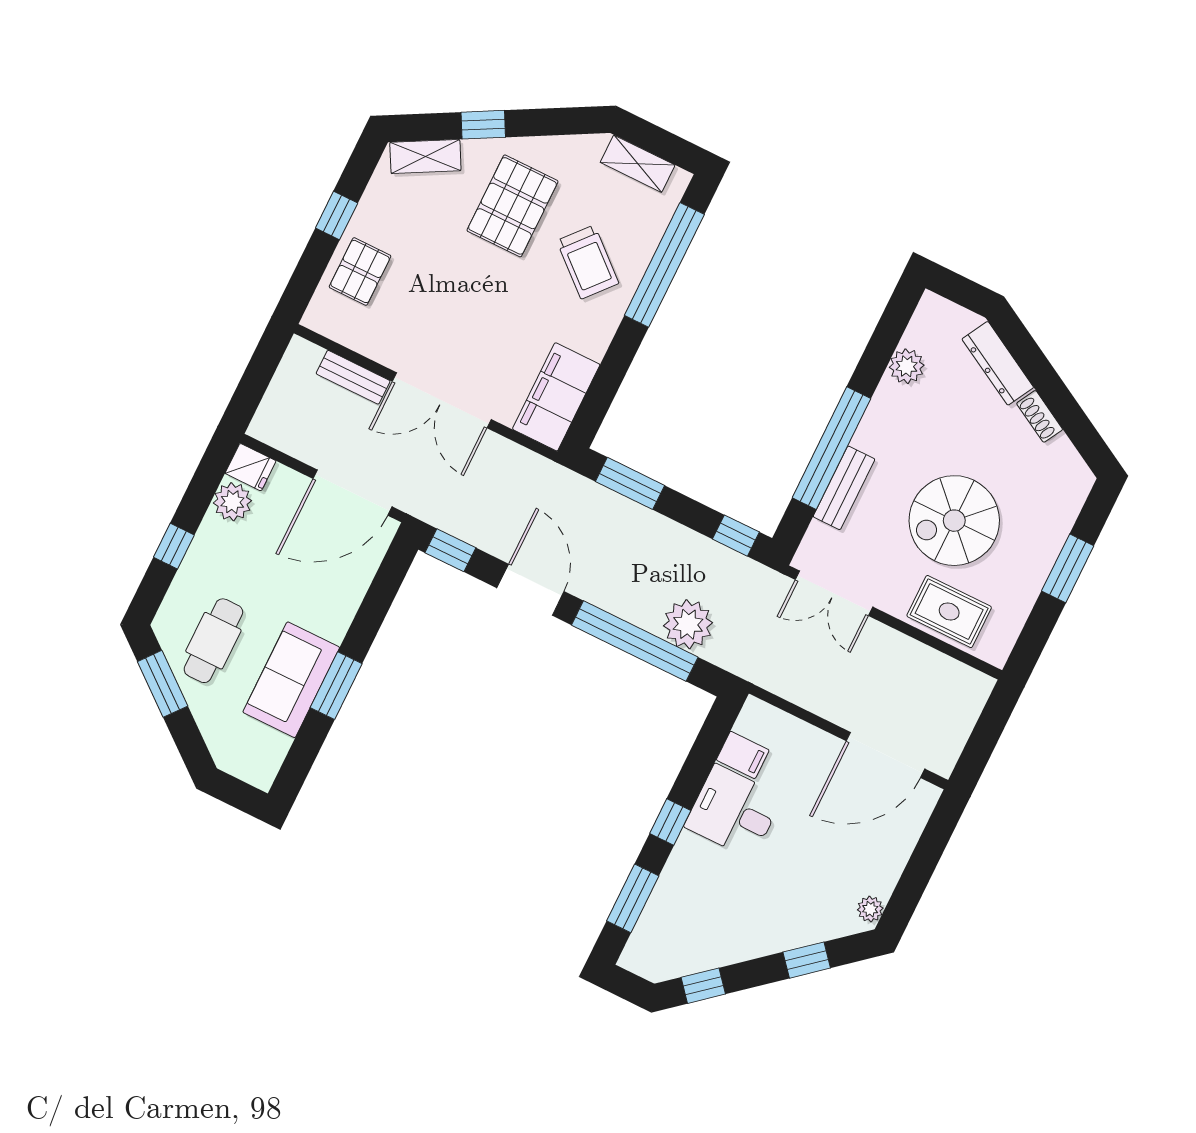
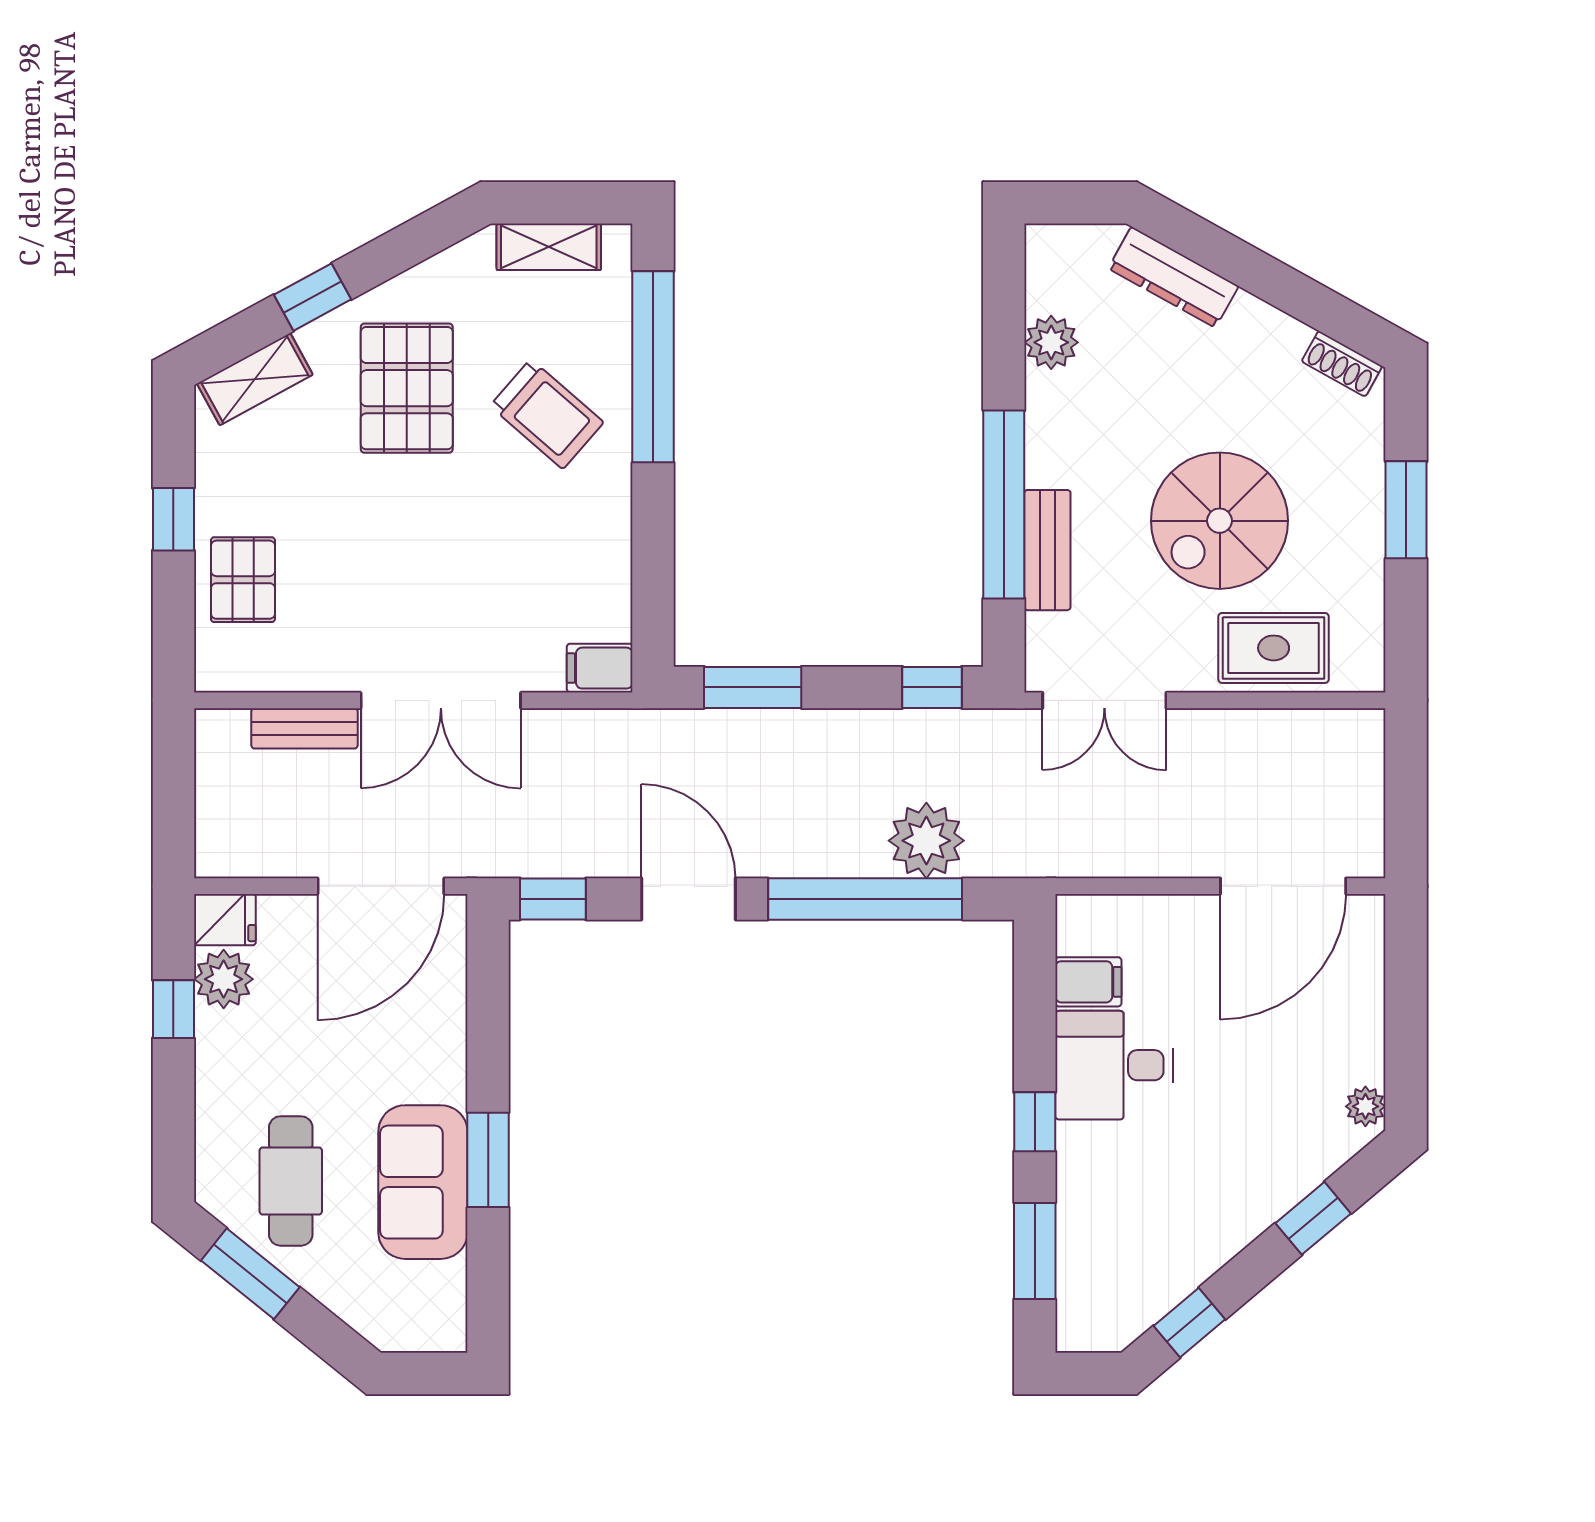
filing cabinet: (556, 397) -> (600, 668), width x0.33, depth x0.86
shoe rack: (1040, 416) -> (1342, 364), moved
window: (174, 546) -> (173, 1009), moved

